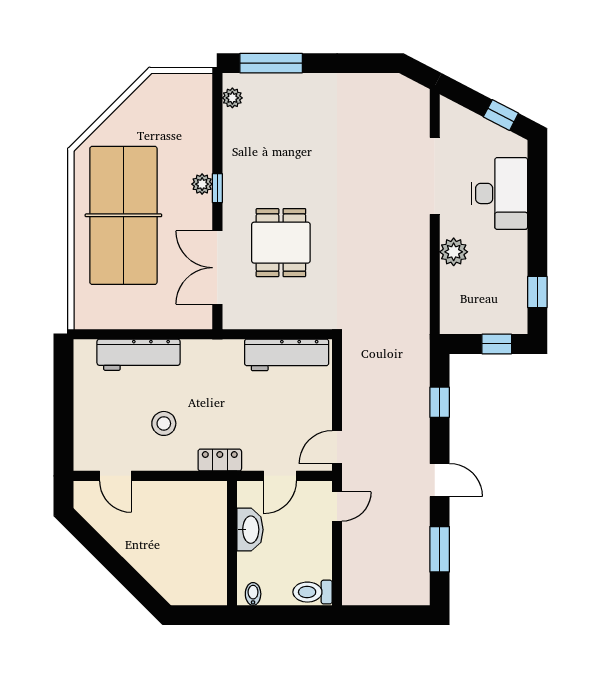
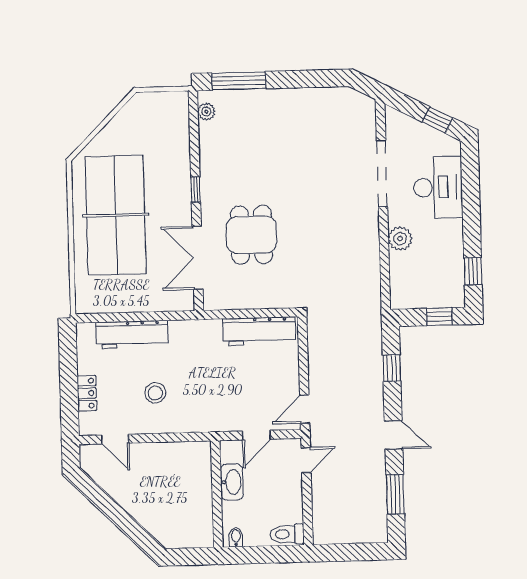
plant: (202, 184) -> (182, 186), removed
locker: (220, 460) -> (87, 393), moved, turned 90

